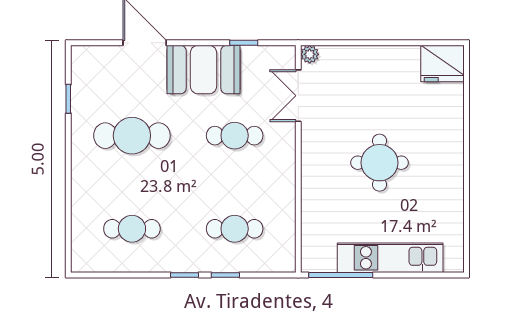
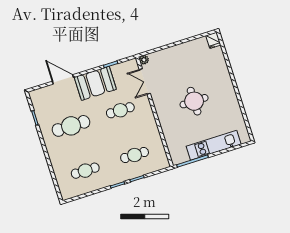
fridge: (442, 63) -> (213, 40), width x0.53, depth x0.75

